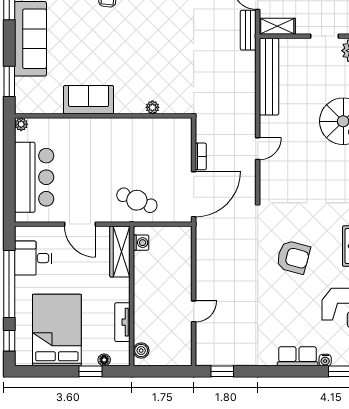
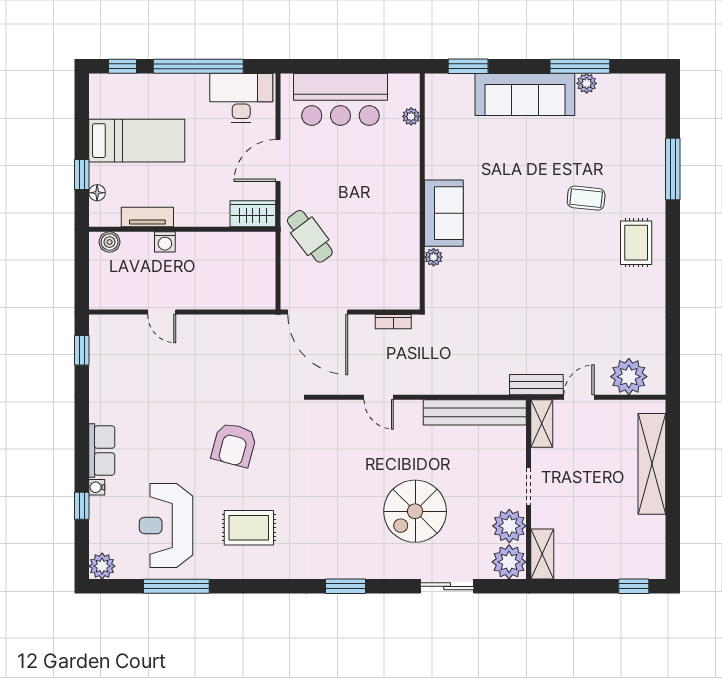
sofa: (89, 100) -> (444, 213), moved
plant: (21, 124) -> (411, 116), moved
bookcase: (201, 156) -> (393, 322), moved
cafe table: (137, 200) -> (310, 236), turned -59
washing machine: (141, 243) -> (165, 242), moved
wardrobe: (120, 251) -> (253, 214), width x0.67
desk: (33, 258) -> (241, 98), width x1.37
bed: (57, 330) -> (137, 141), width x0.67

